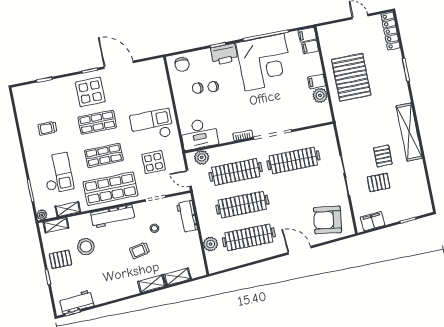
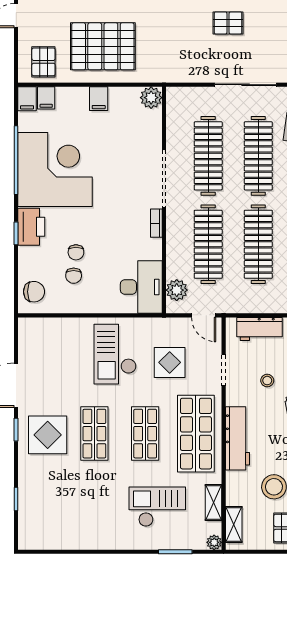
plant: (320, 95) -> (151, 98), moved
trolley: (47, 128) -> (88, 509), removed
door: (189, 178) -> (204, 315), hinge flipped
pallet: (378, 182) -> (43, 62), moved
clothes rail: (300, 193) -> (258, 156), added

